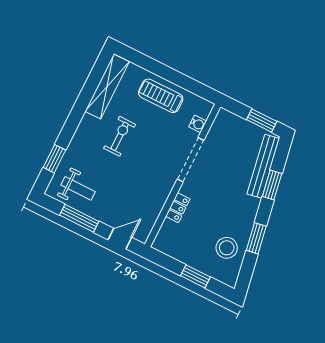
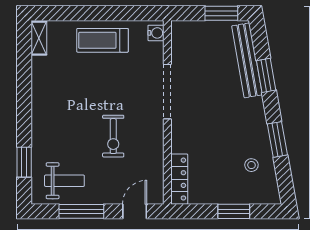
shelving: (107, 86) -> (39, 38), width x0.45, depth x0.75
water cooler: (198, 124) -> (156, 33), moved
exercise bike: (120, 136) -> (113, 136), moved, turned 180
locker: (178, 208) -> (179, 179), moved, width x1.53
stool: (227, 248) -> (251, 165), width x0.53, depth x0.53

